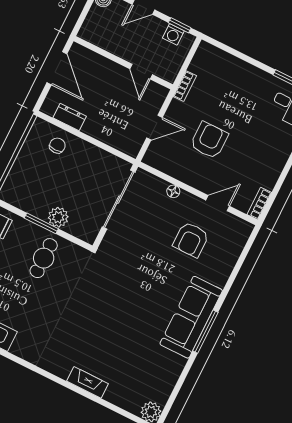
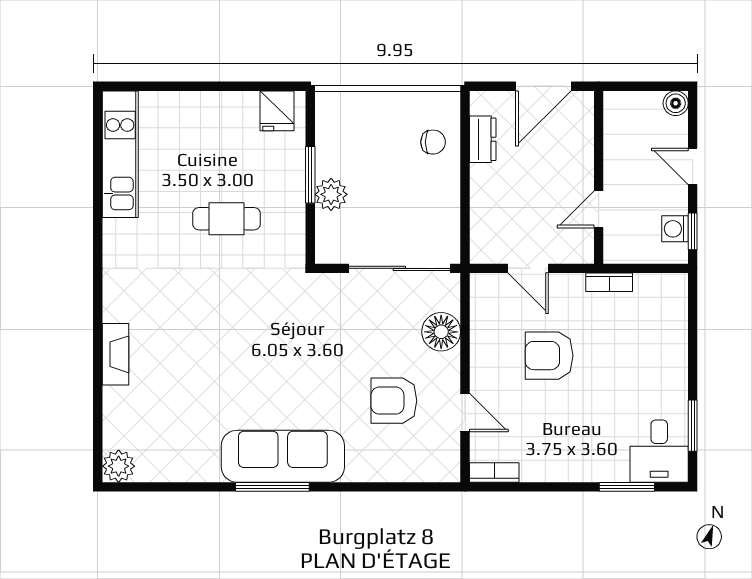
armchair: (209, 140) -> (549, 356), turned 180
floor lamp: (173, 191) -> (441, 332), width x1.89, depth x1.89
cafe table: (44, 258) -> (227, 219), moved

